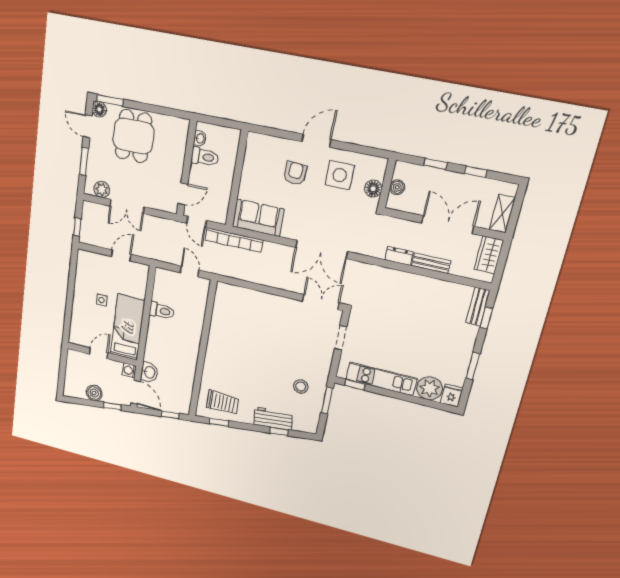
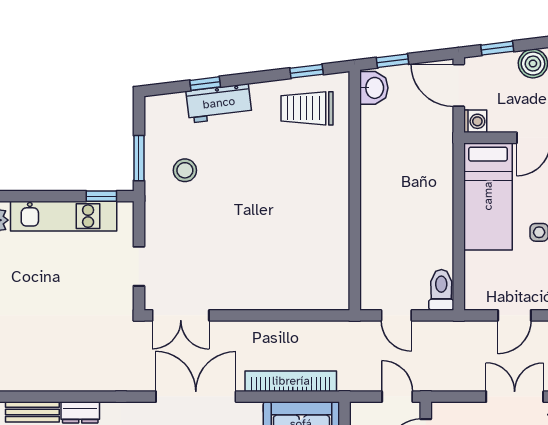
bookcase: (234, 240) -> (291, 381), moved
toilet: (162, 311) -> (441, 290), moved, turned 90
washbasin: (149, 372) -> (374, 88), moved, turned 180

